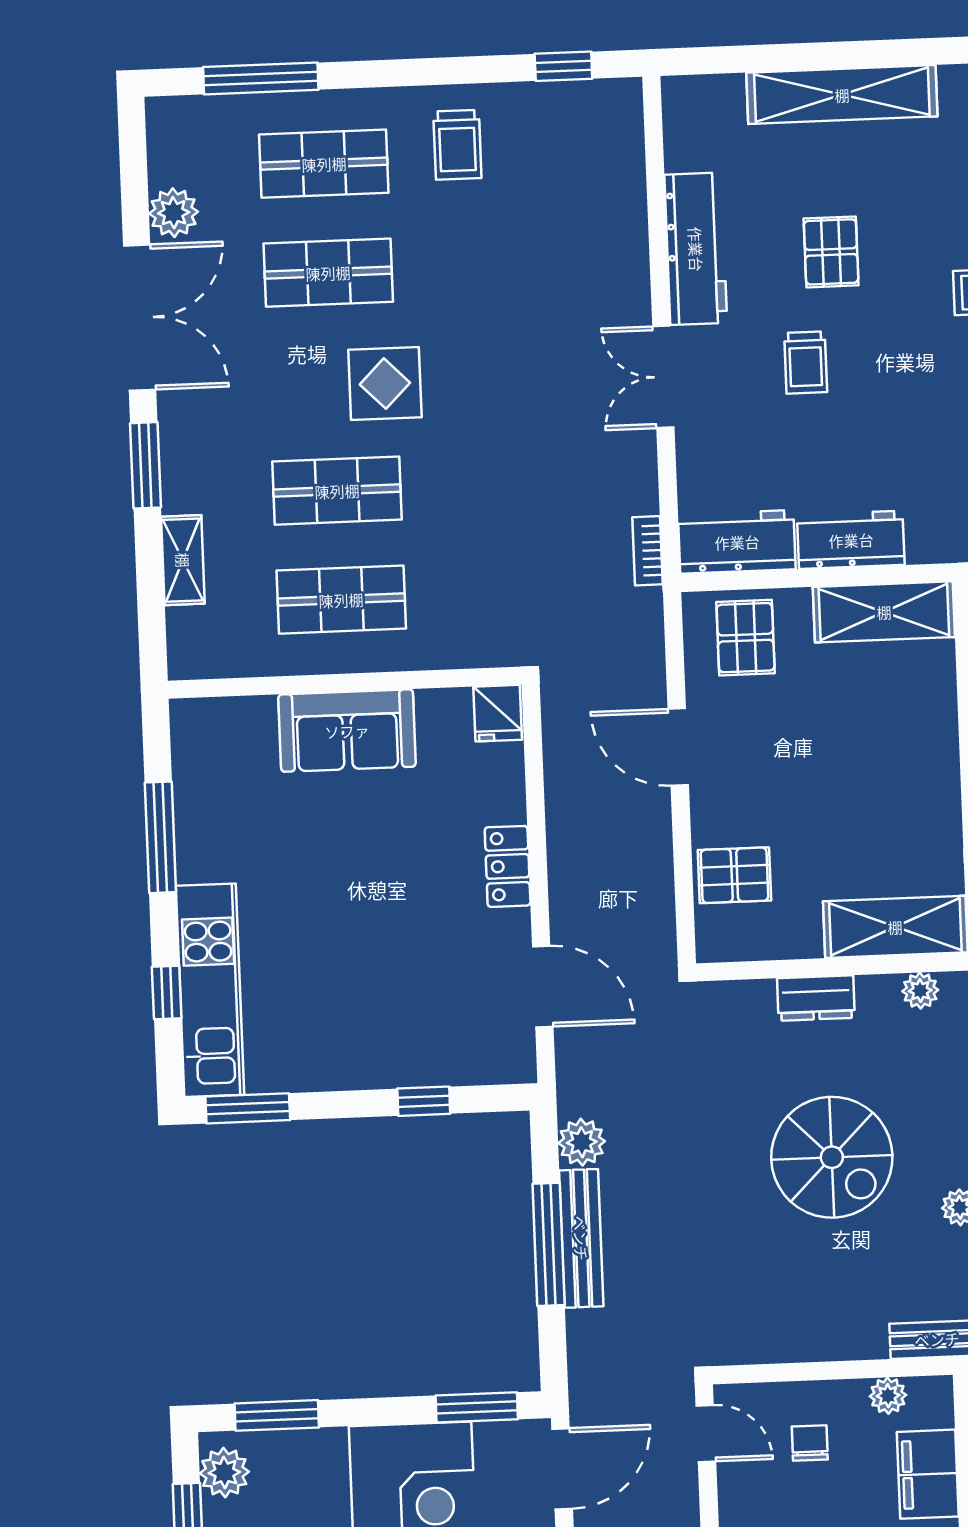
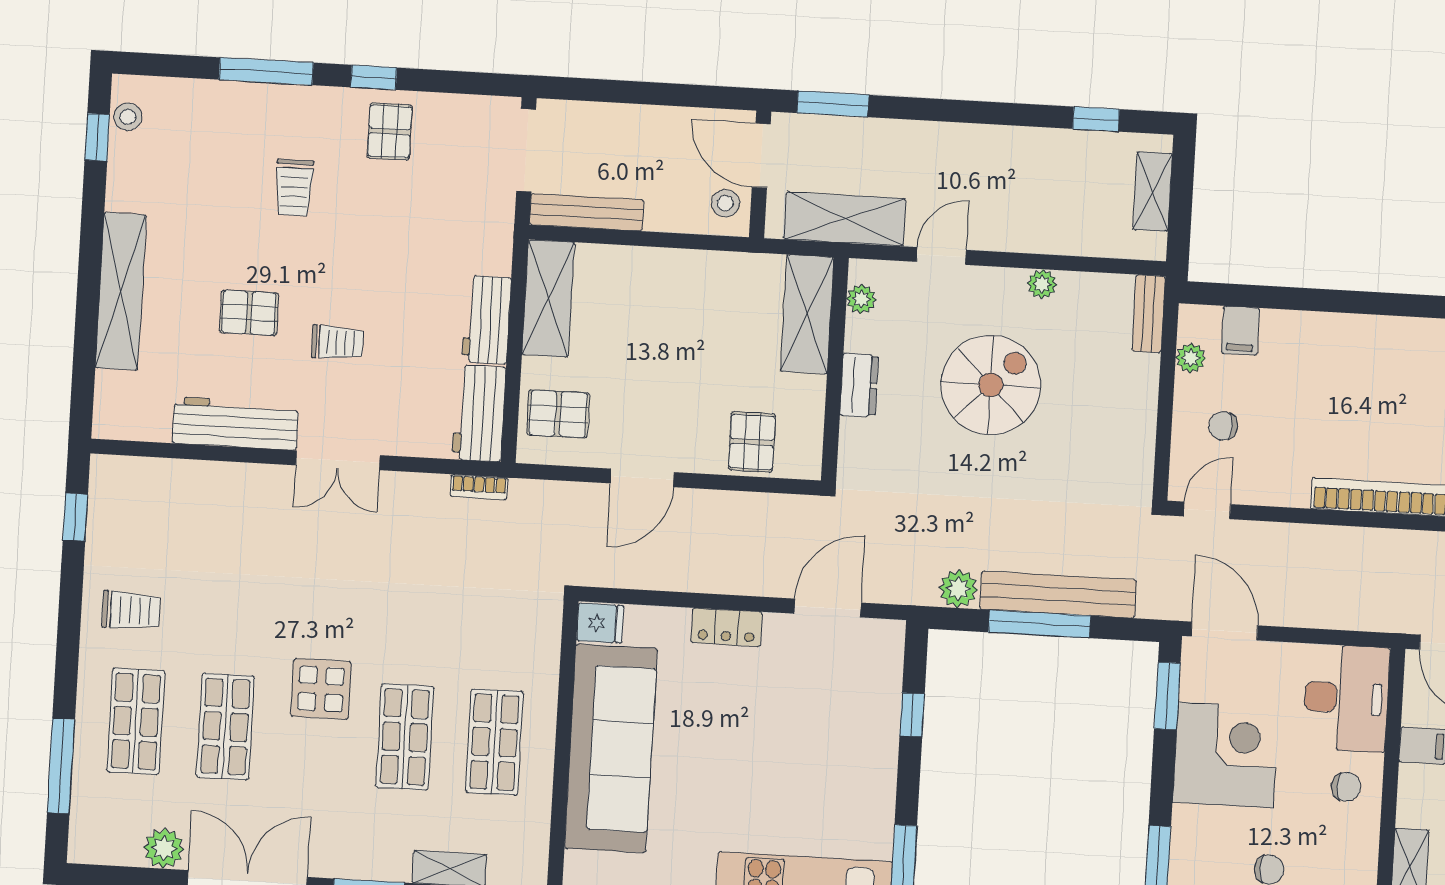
sofa: (347, 731) -> (611, 748), width x1.85, depth x1.27
bench: (581, 1238) -> (1058, 595), width x1.37, depth x1.21
filing cabinet: (928, 1474) -> (1240, 331), width x0.50

